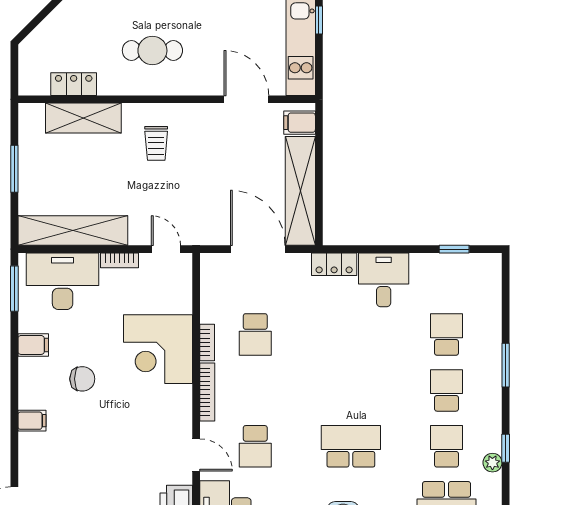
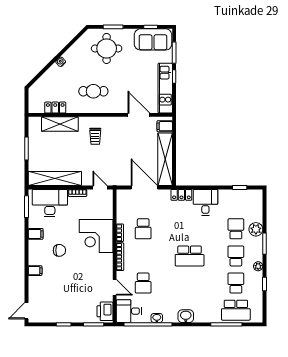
plant: (488, 335) -> (256, 229), added
school desk: (351, 446) -> (190, 256), moved, turned 180
plant: (492, 463) -> (258, 266), moved

